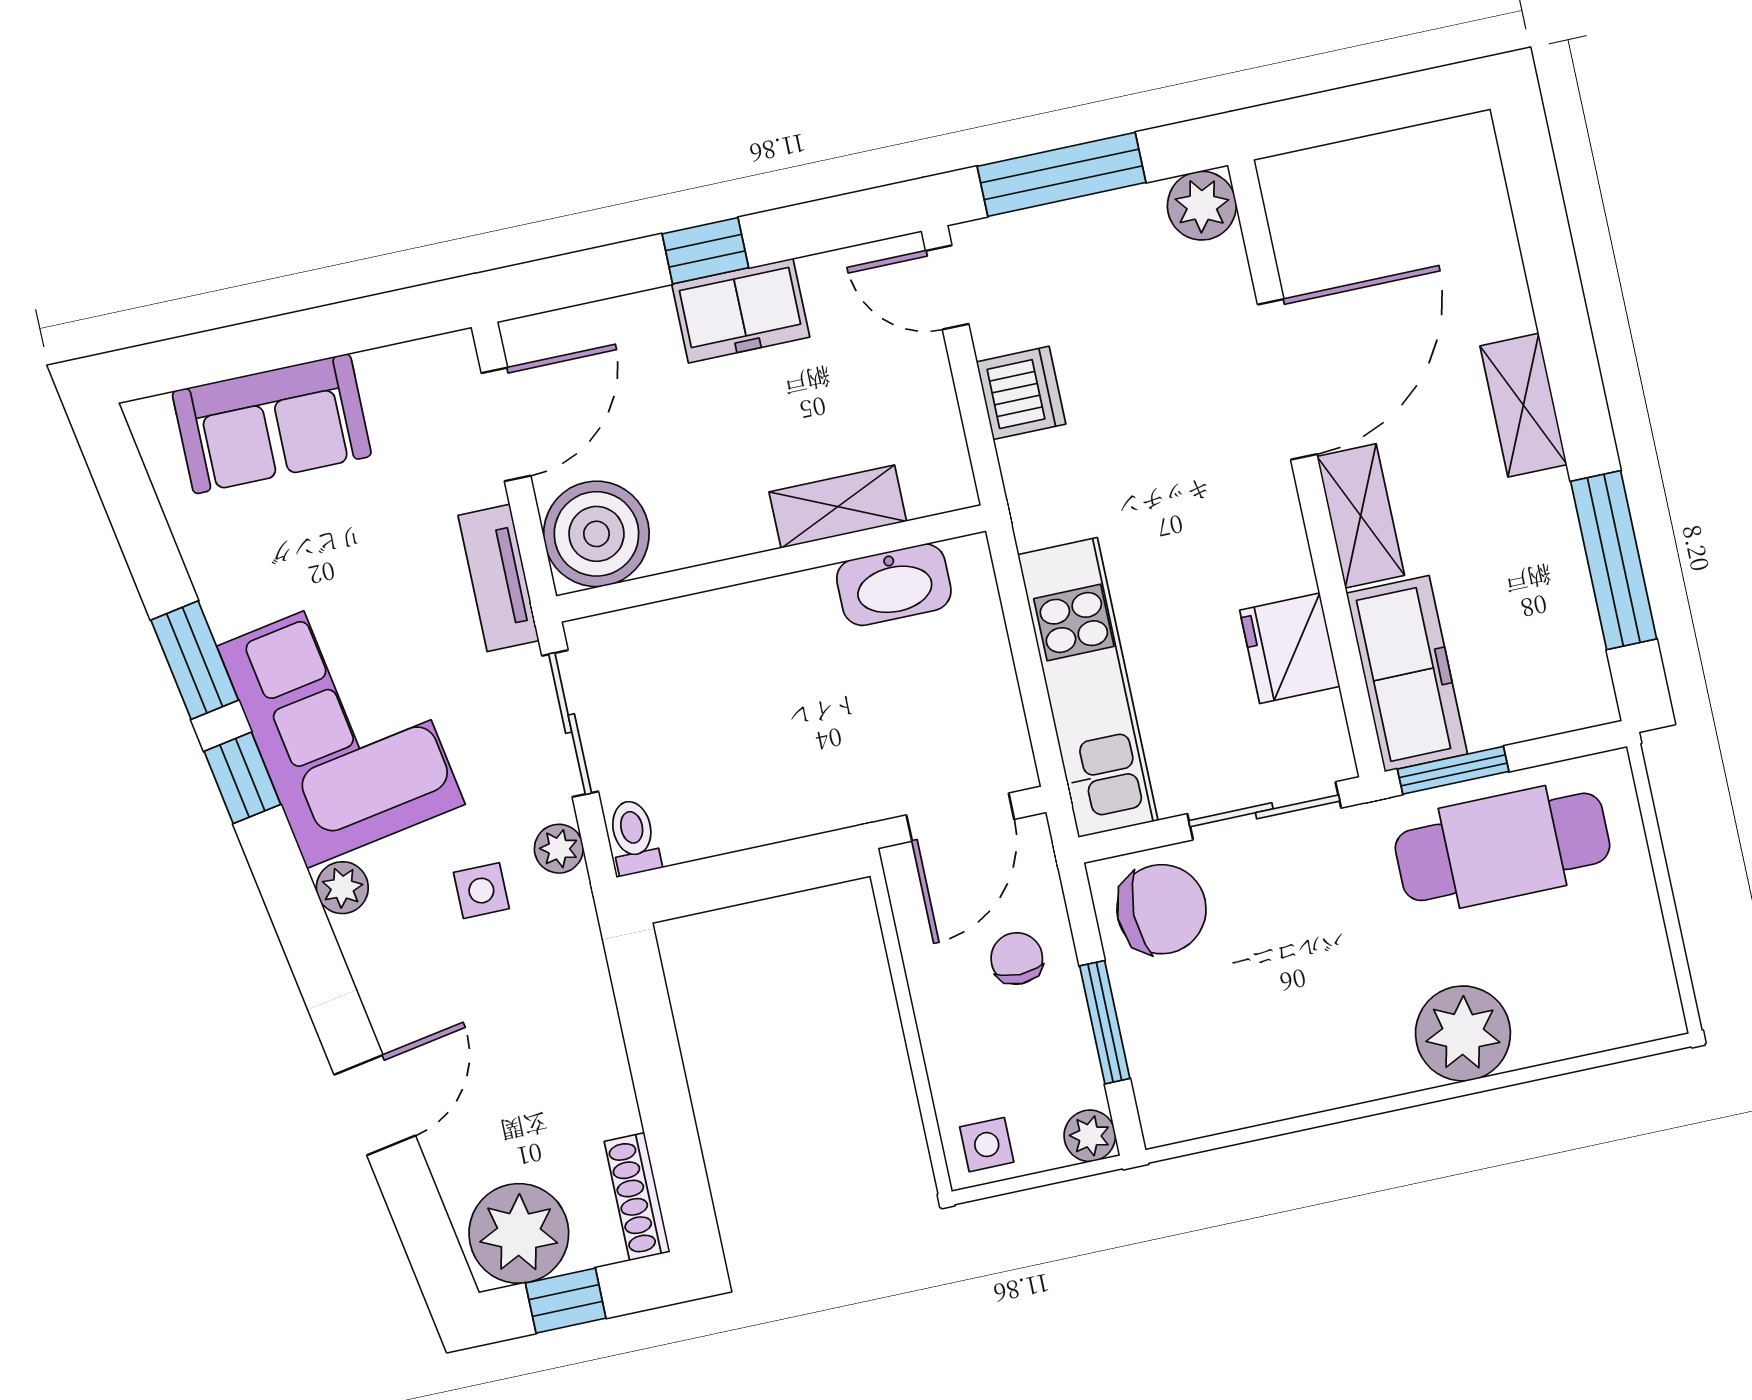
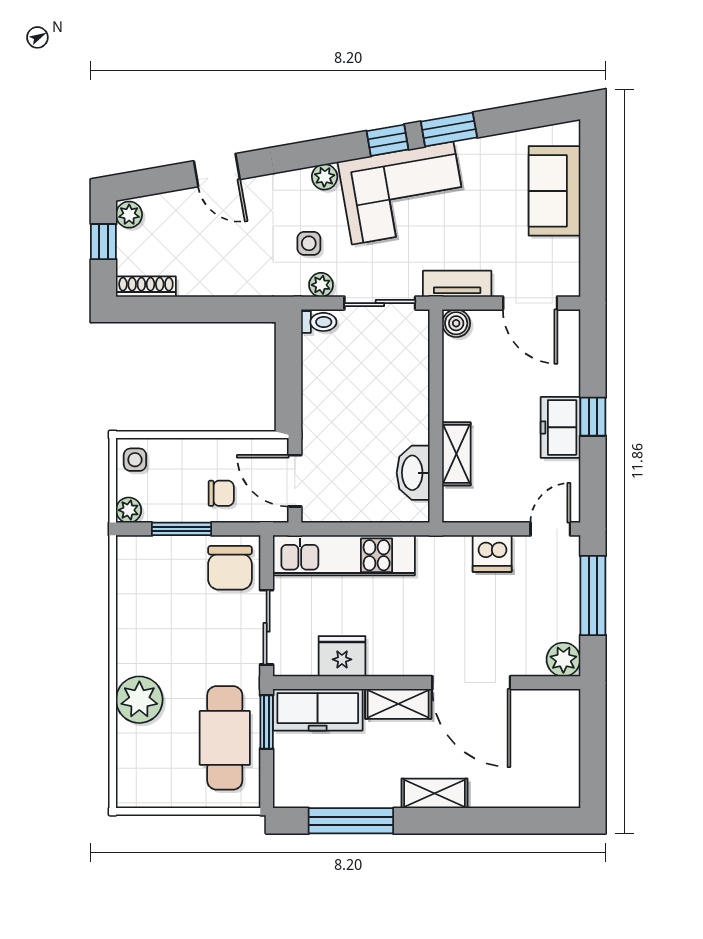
boiler: (596, 534) -> (456, 323), width x0.54, depth x0.54
plant: (519, 1233) -> (129, 215), width x0.53, depth x0.53

